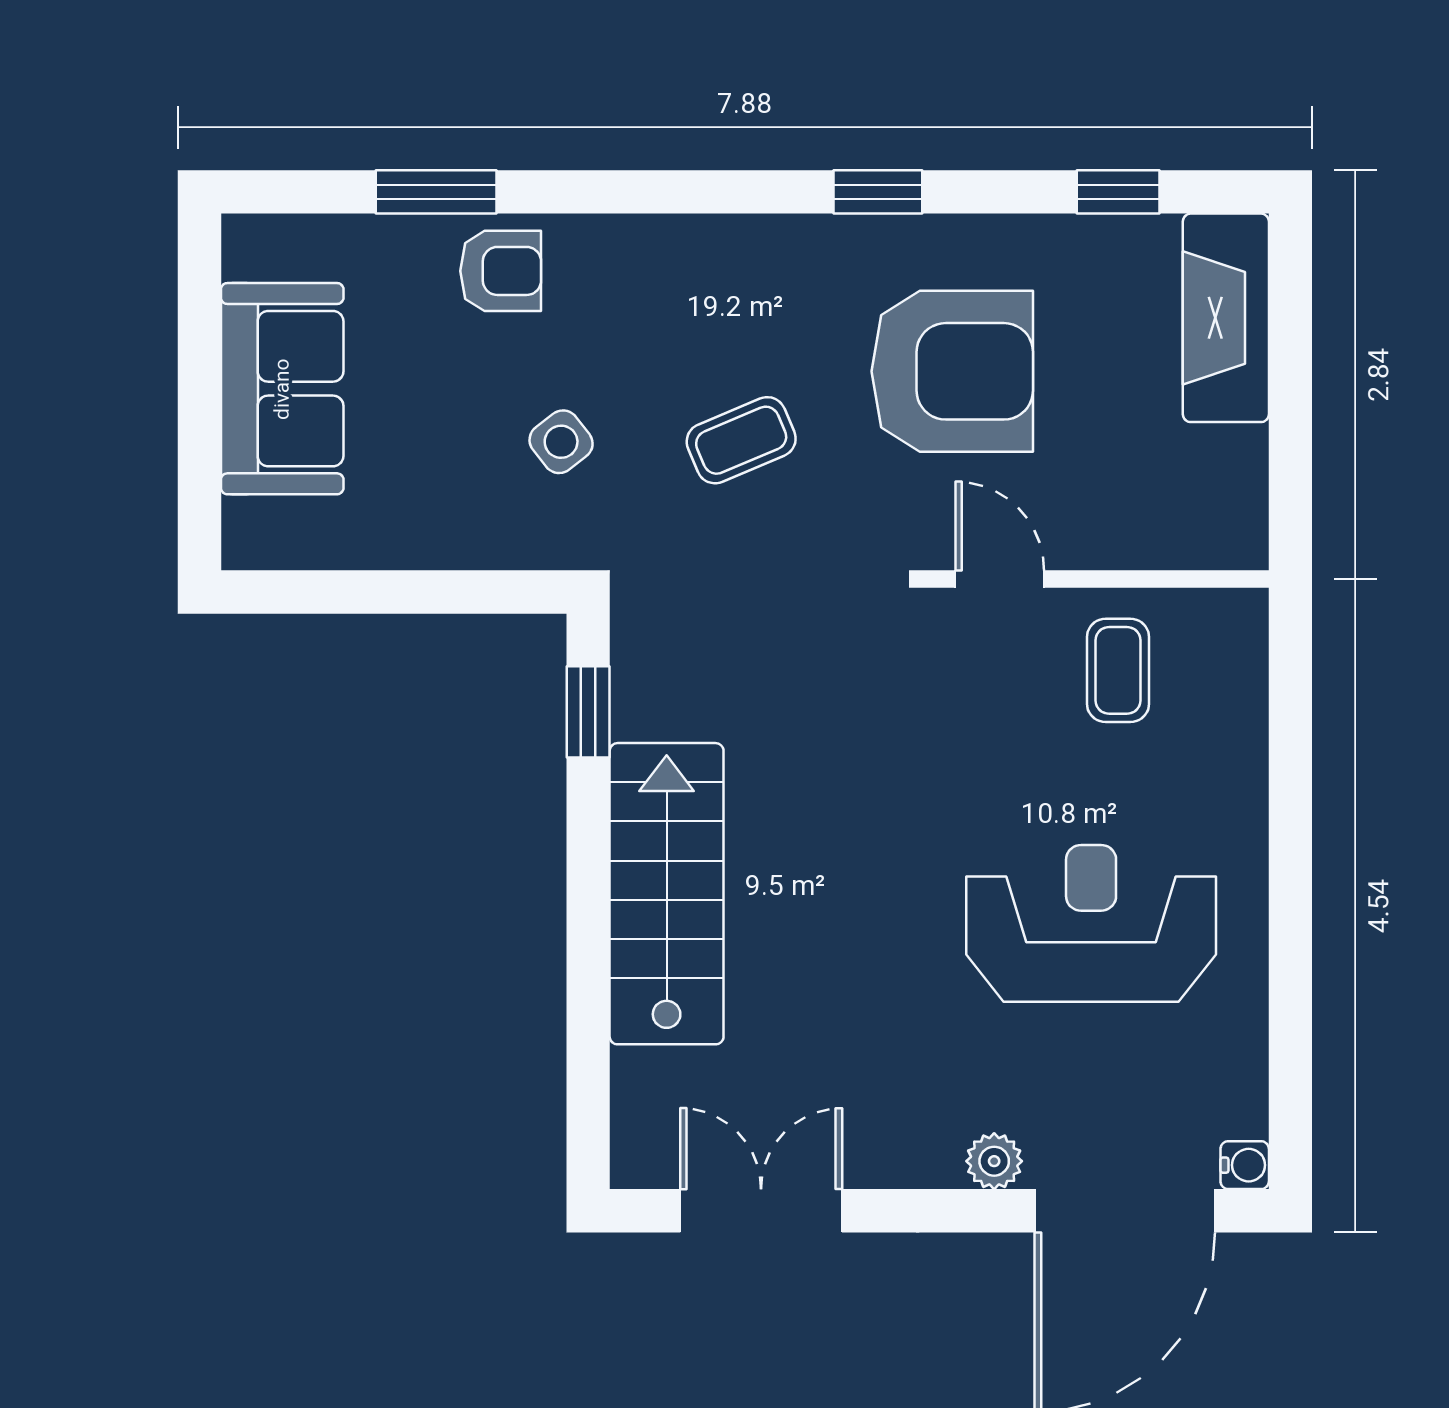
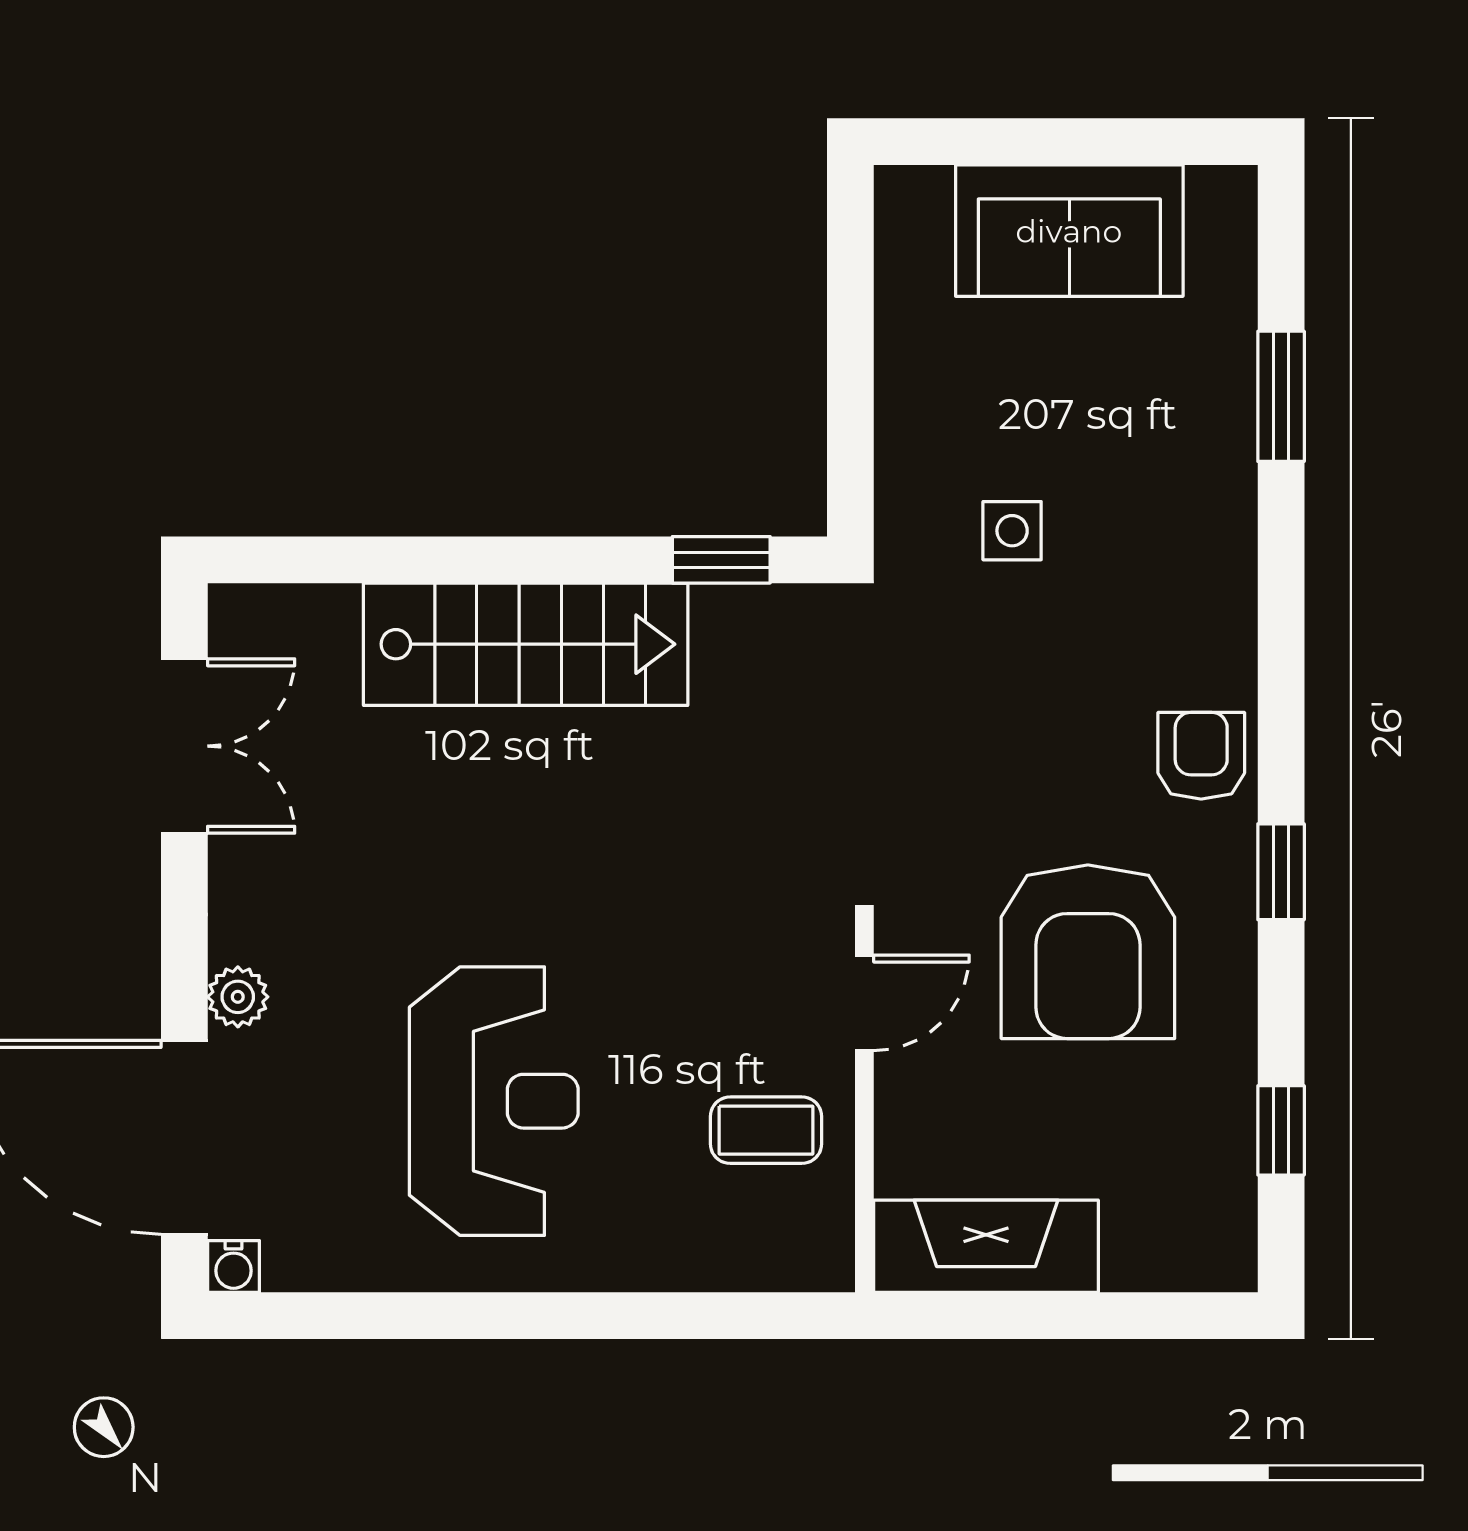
armchair: (501, 271) -> (1201, 756), moved, turned 180
fireplace: (1226, 318) -> (986, 1246), moved
coffee table: (741, 440) -> (1014, 725), removed
side table: (561, 442) -> (1012, 531), turned 38

